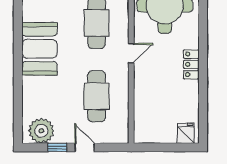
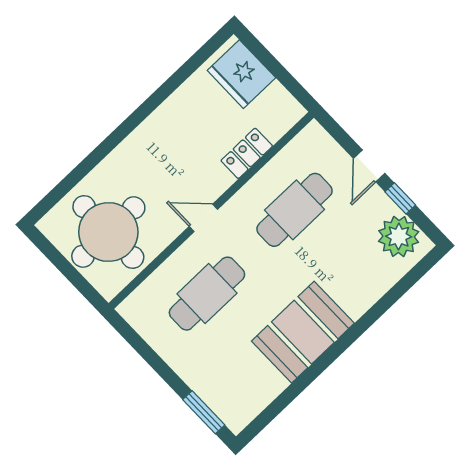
locker: (191, 64) -> (247, 153), moved, turned 180
fridge: (186, 133) -> (241, 74), width x1.88, depth x1.34

